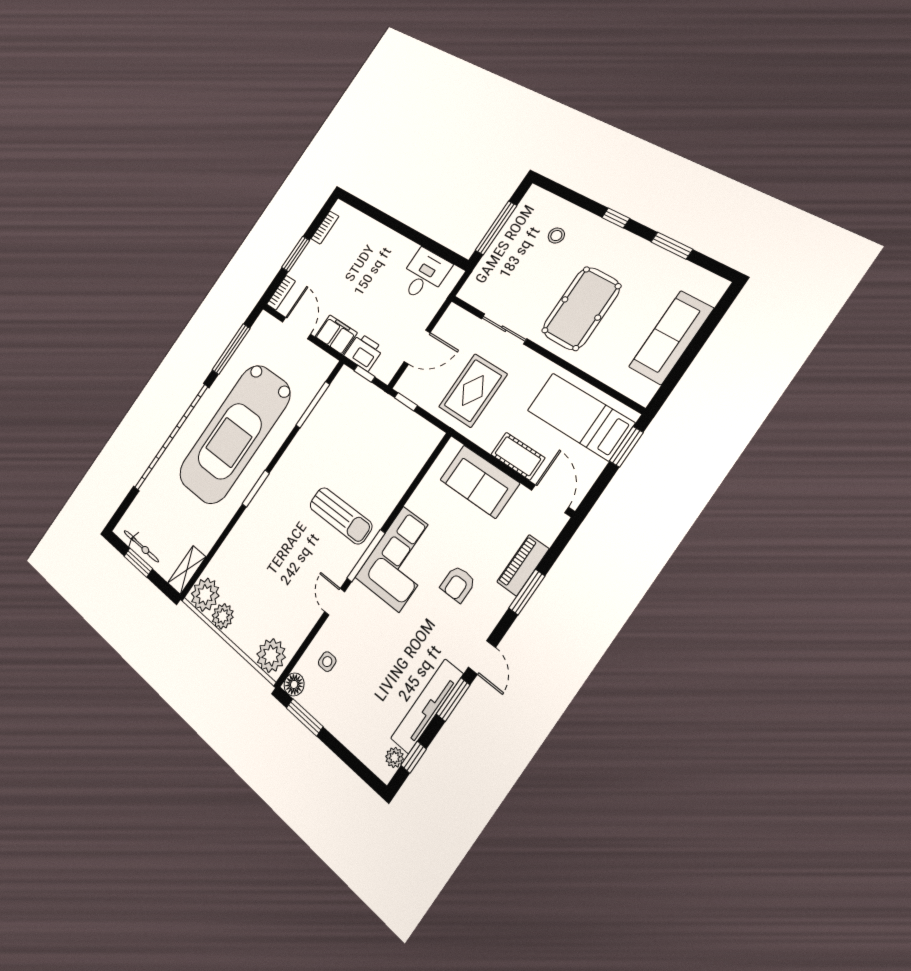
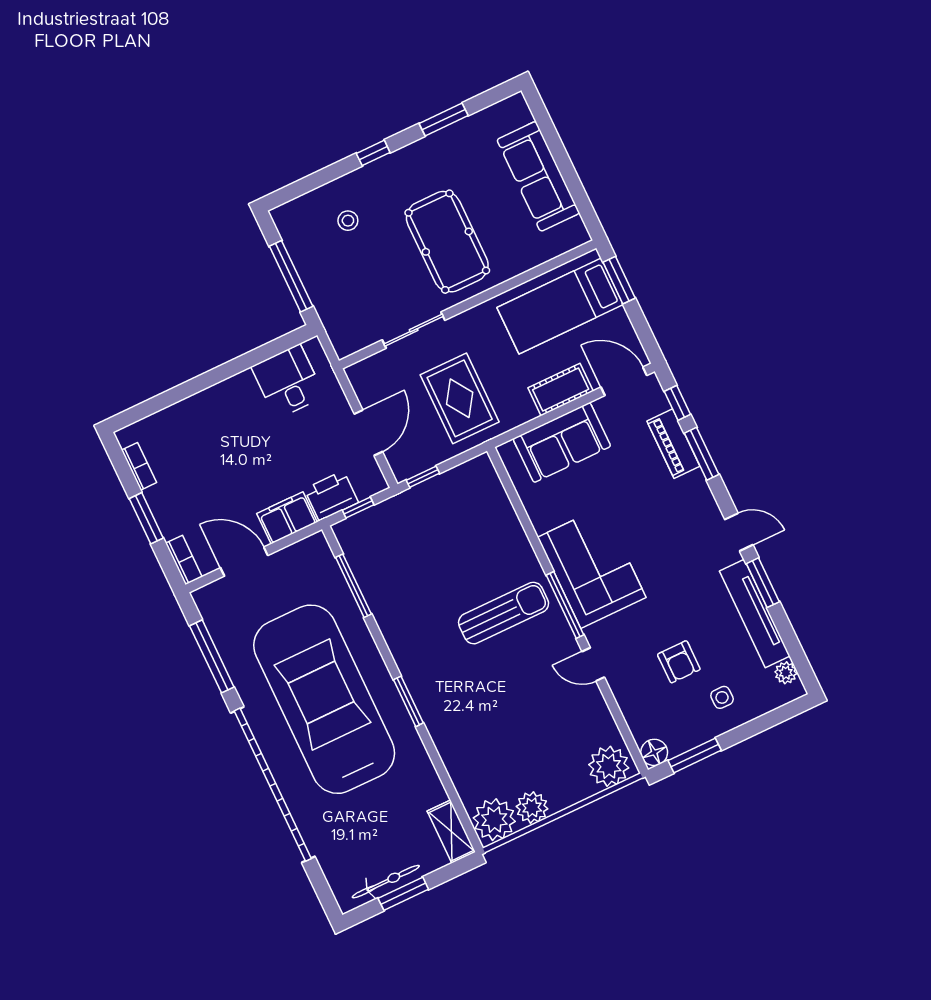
car: (234, 434) -> (324, 699), turned 180
armchair: (458, 584) -> (679, 662), moved
side table: (327, 662) -> (722, 697), moved
window: (414, 757) -> (677, 403), moved

